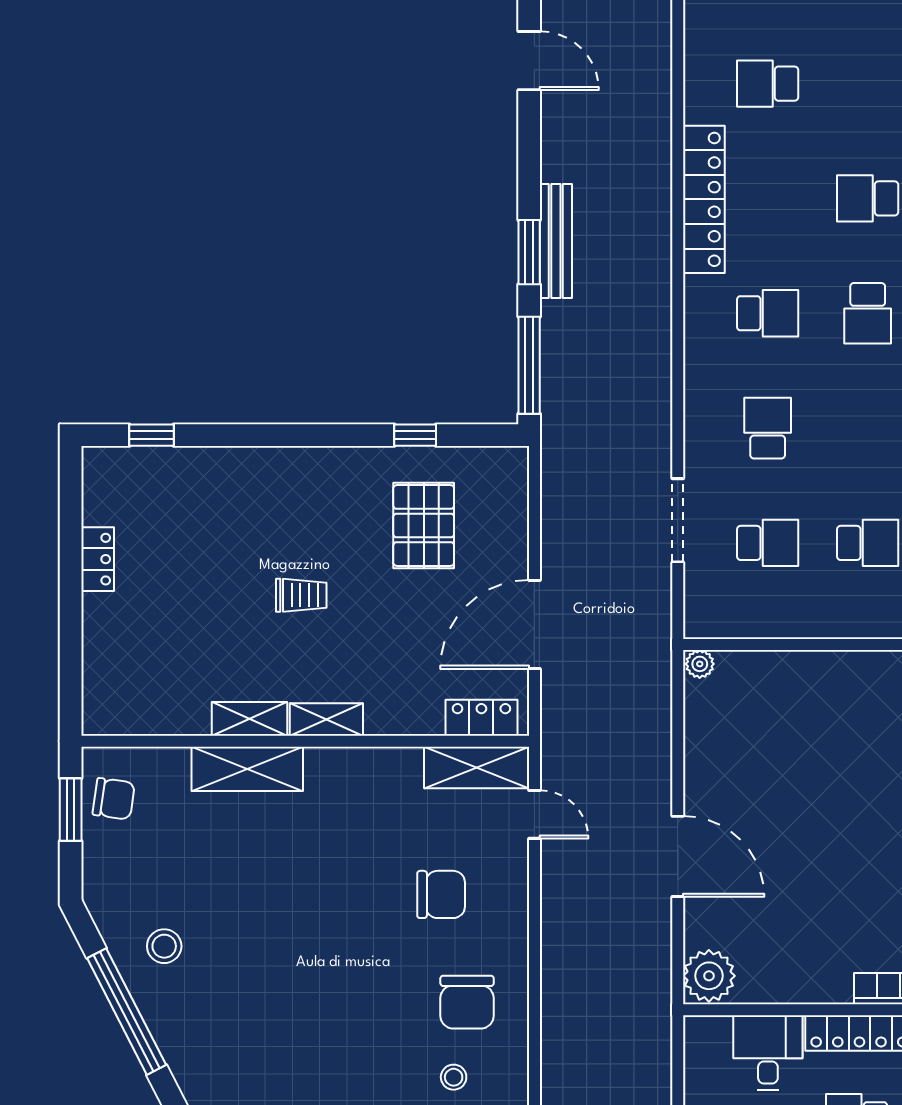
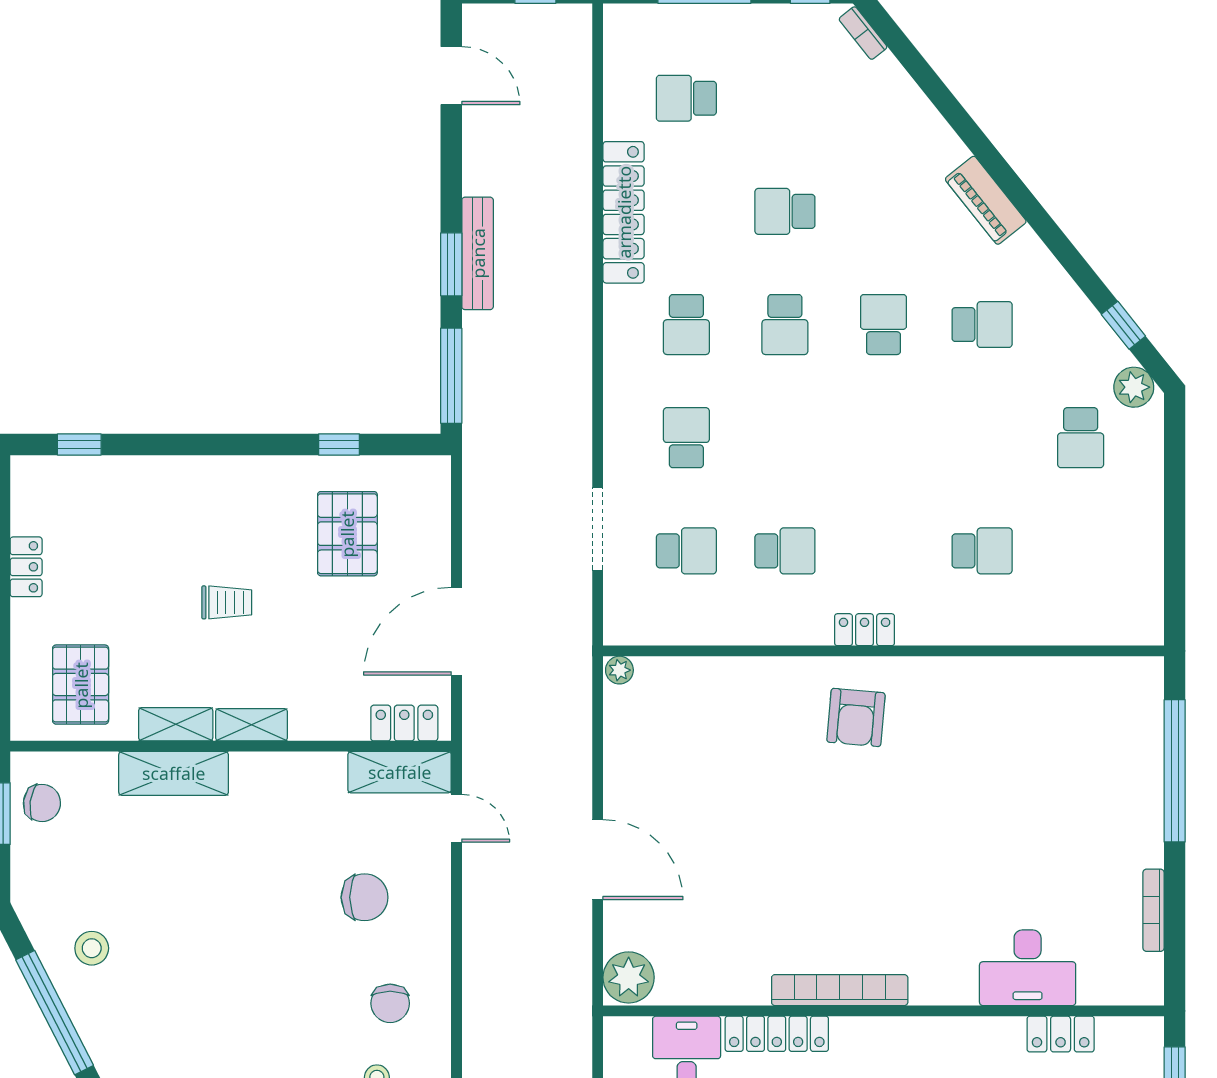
school desk: (768, 313) -> (686, 325), turned 90
pallet: (153, 679) -> (81, 685), added
chair: (467, 1002) -> (390, 1003), width x0.73, depth x0.73

